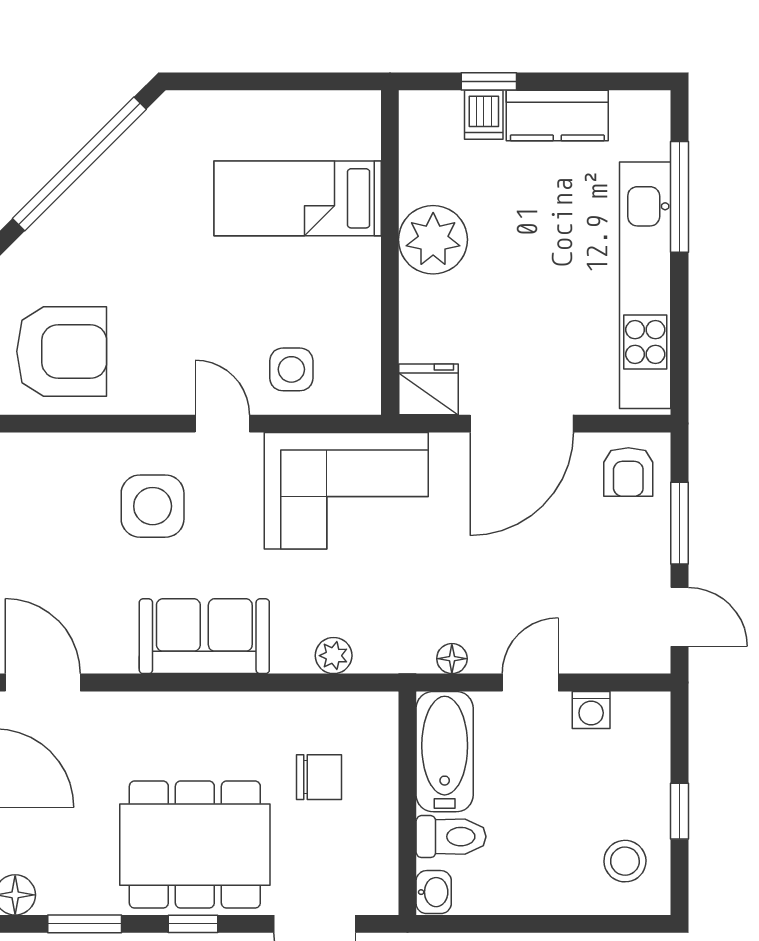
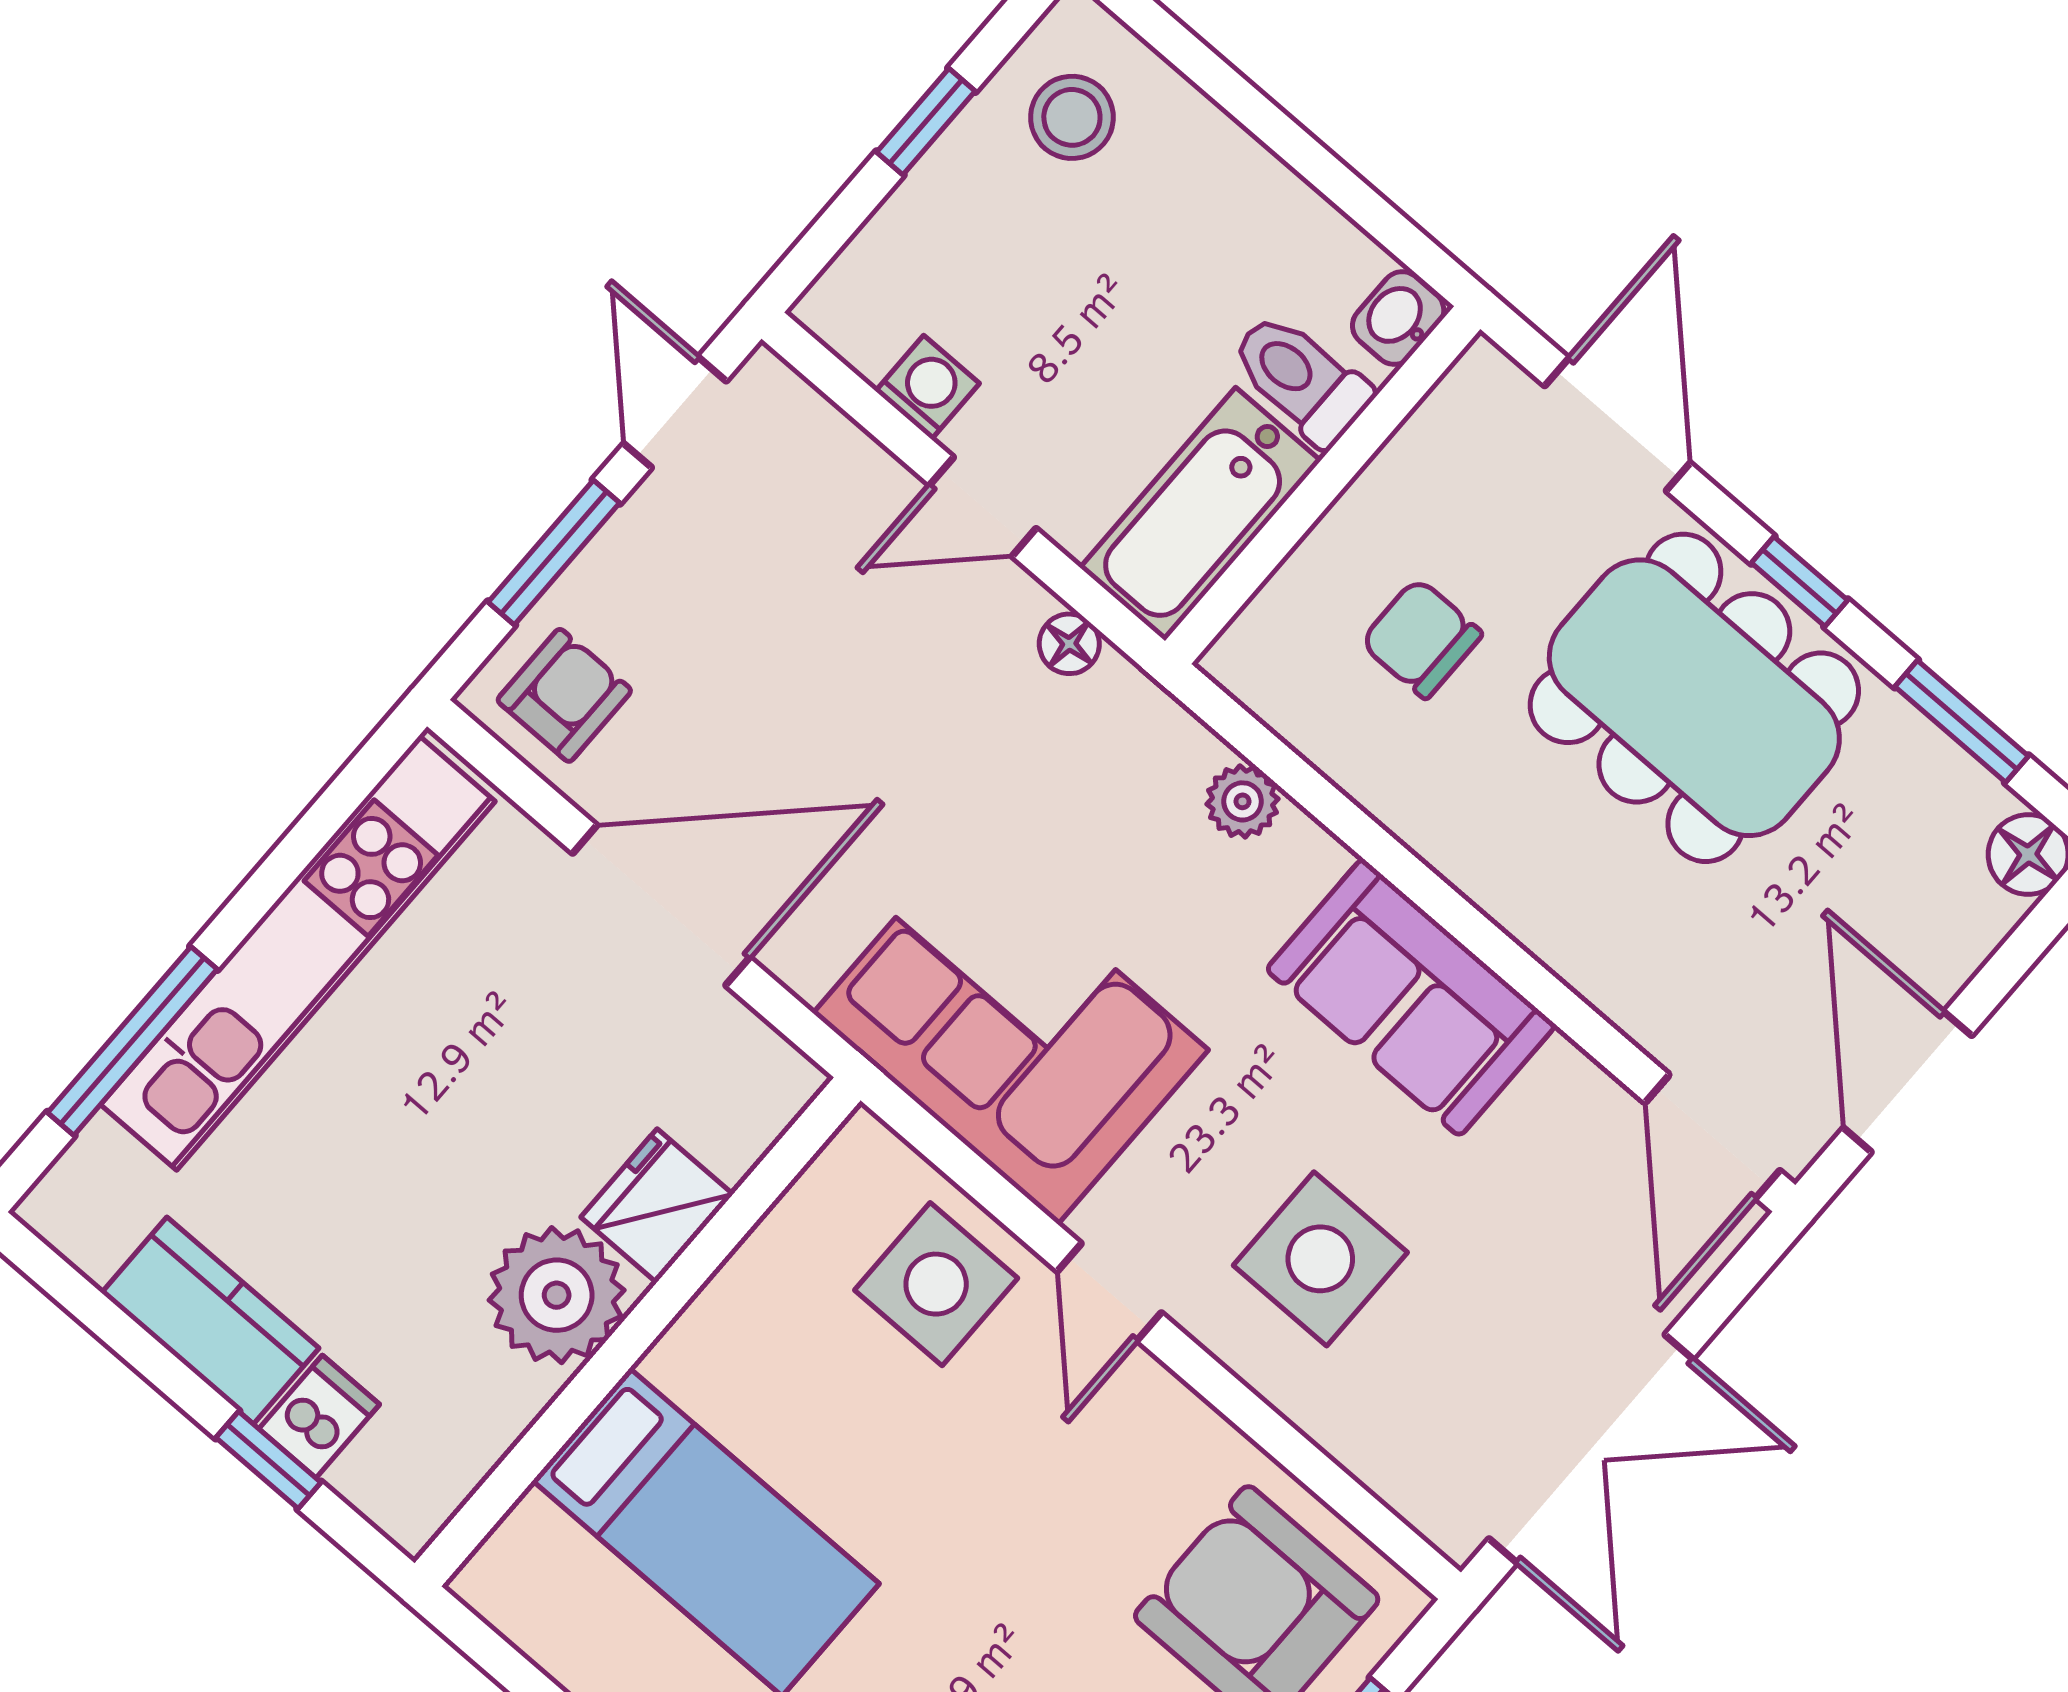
side table: (291, 369) -> (936, 1284), width x1.37, depth x1.37
fridge: (429, 389) -> (657, 1206), moved, turned 90

